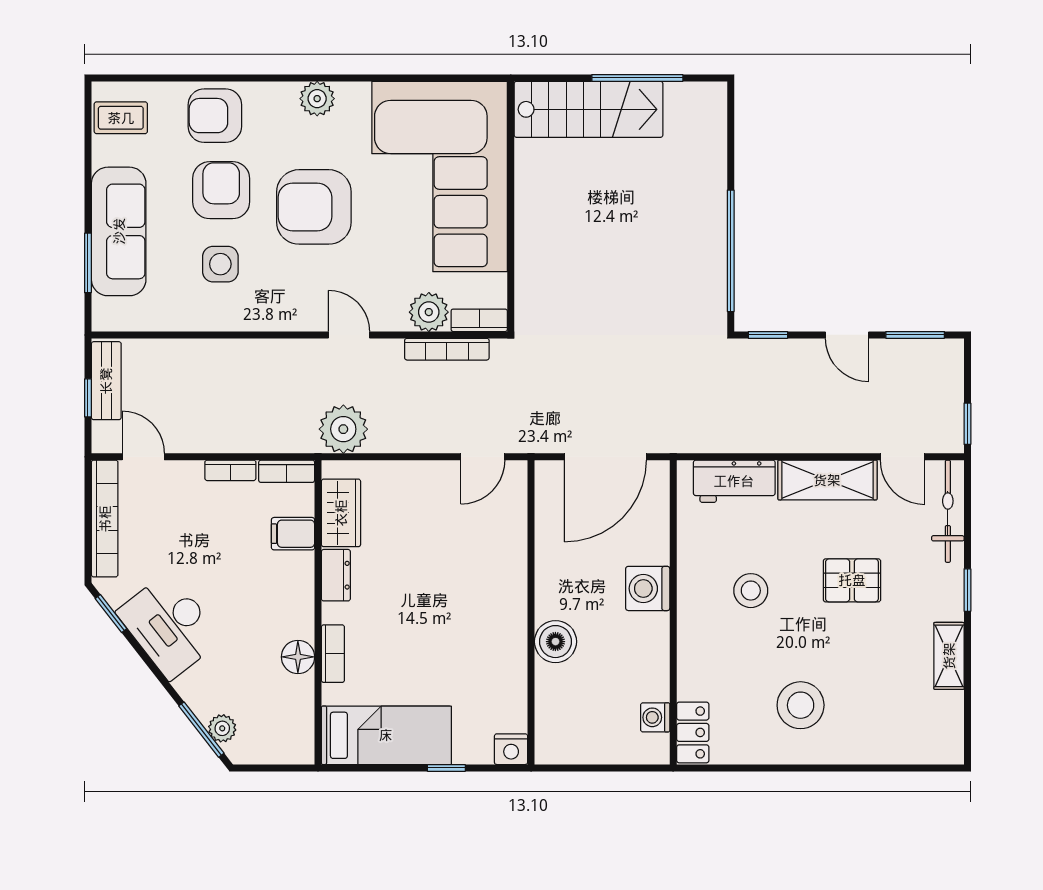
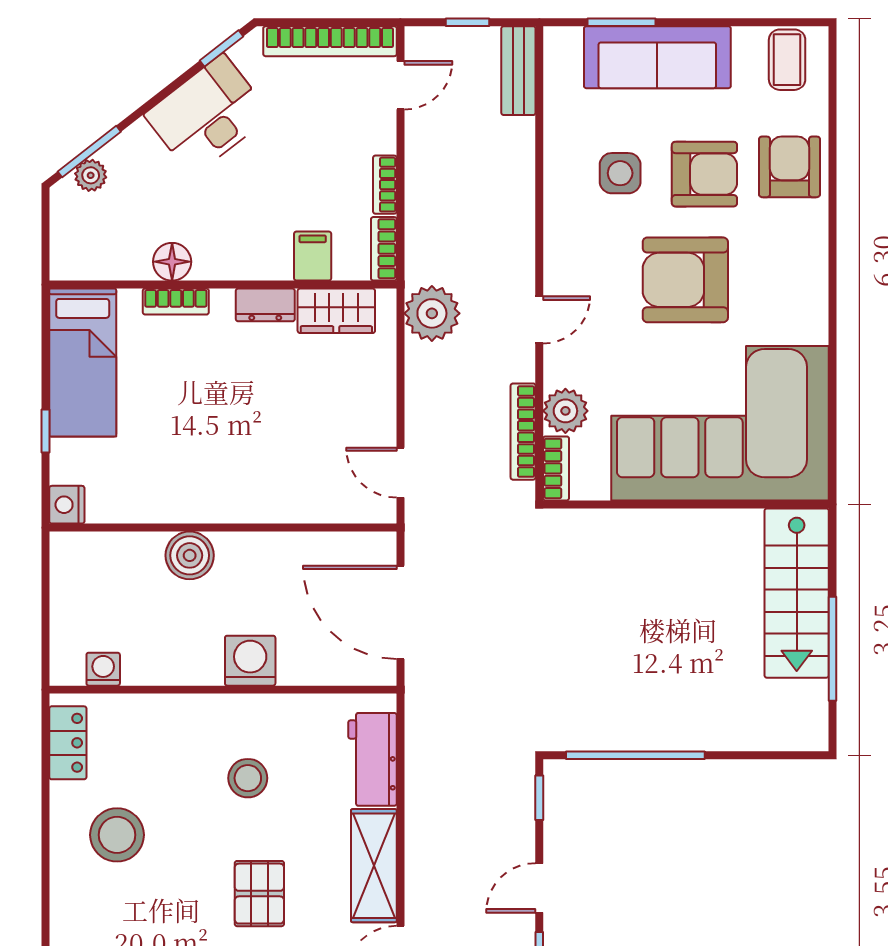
plant: (317, 99) -> (809, 284), removed
armchair: (314, 207) -> (685, 280), turned -90
bench: (106, 381) -> (518, 71), moved, turned 90
locker: (693, 732) -> (68, 743), moved, turned -90

